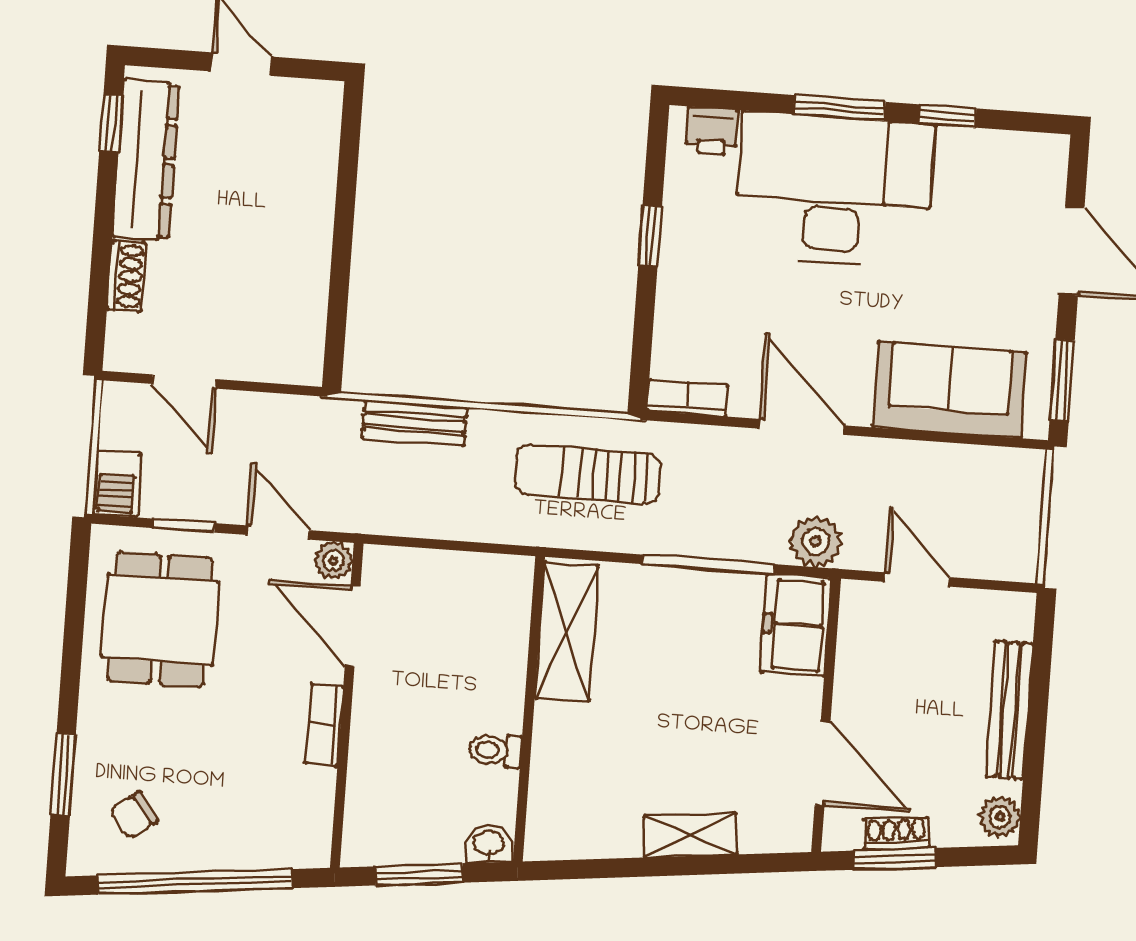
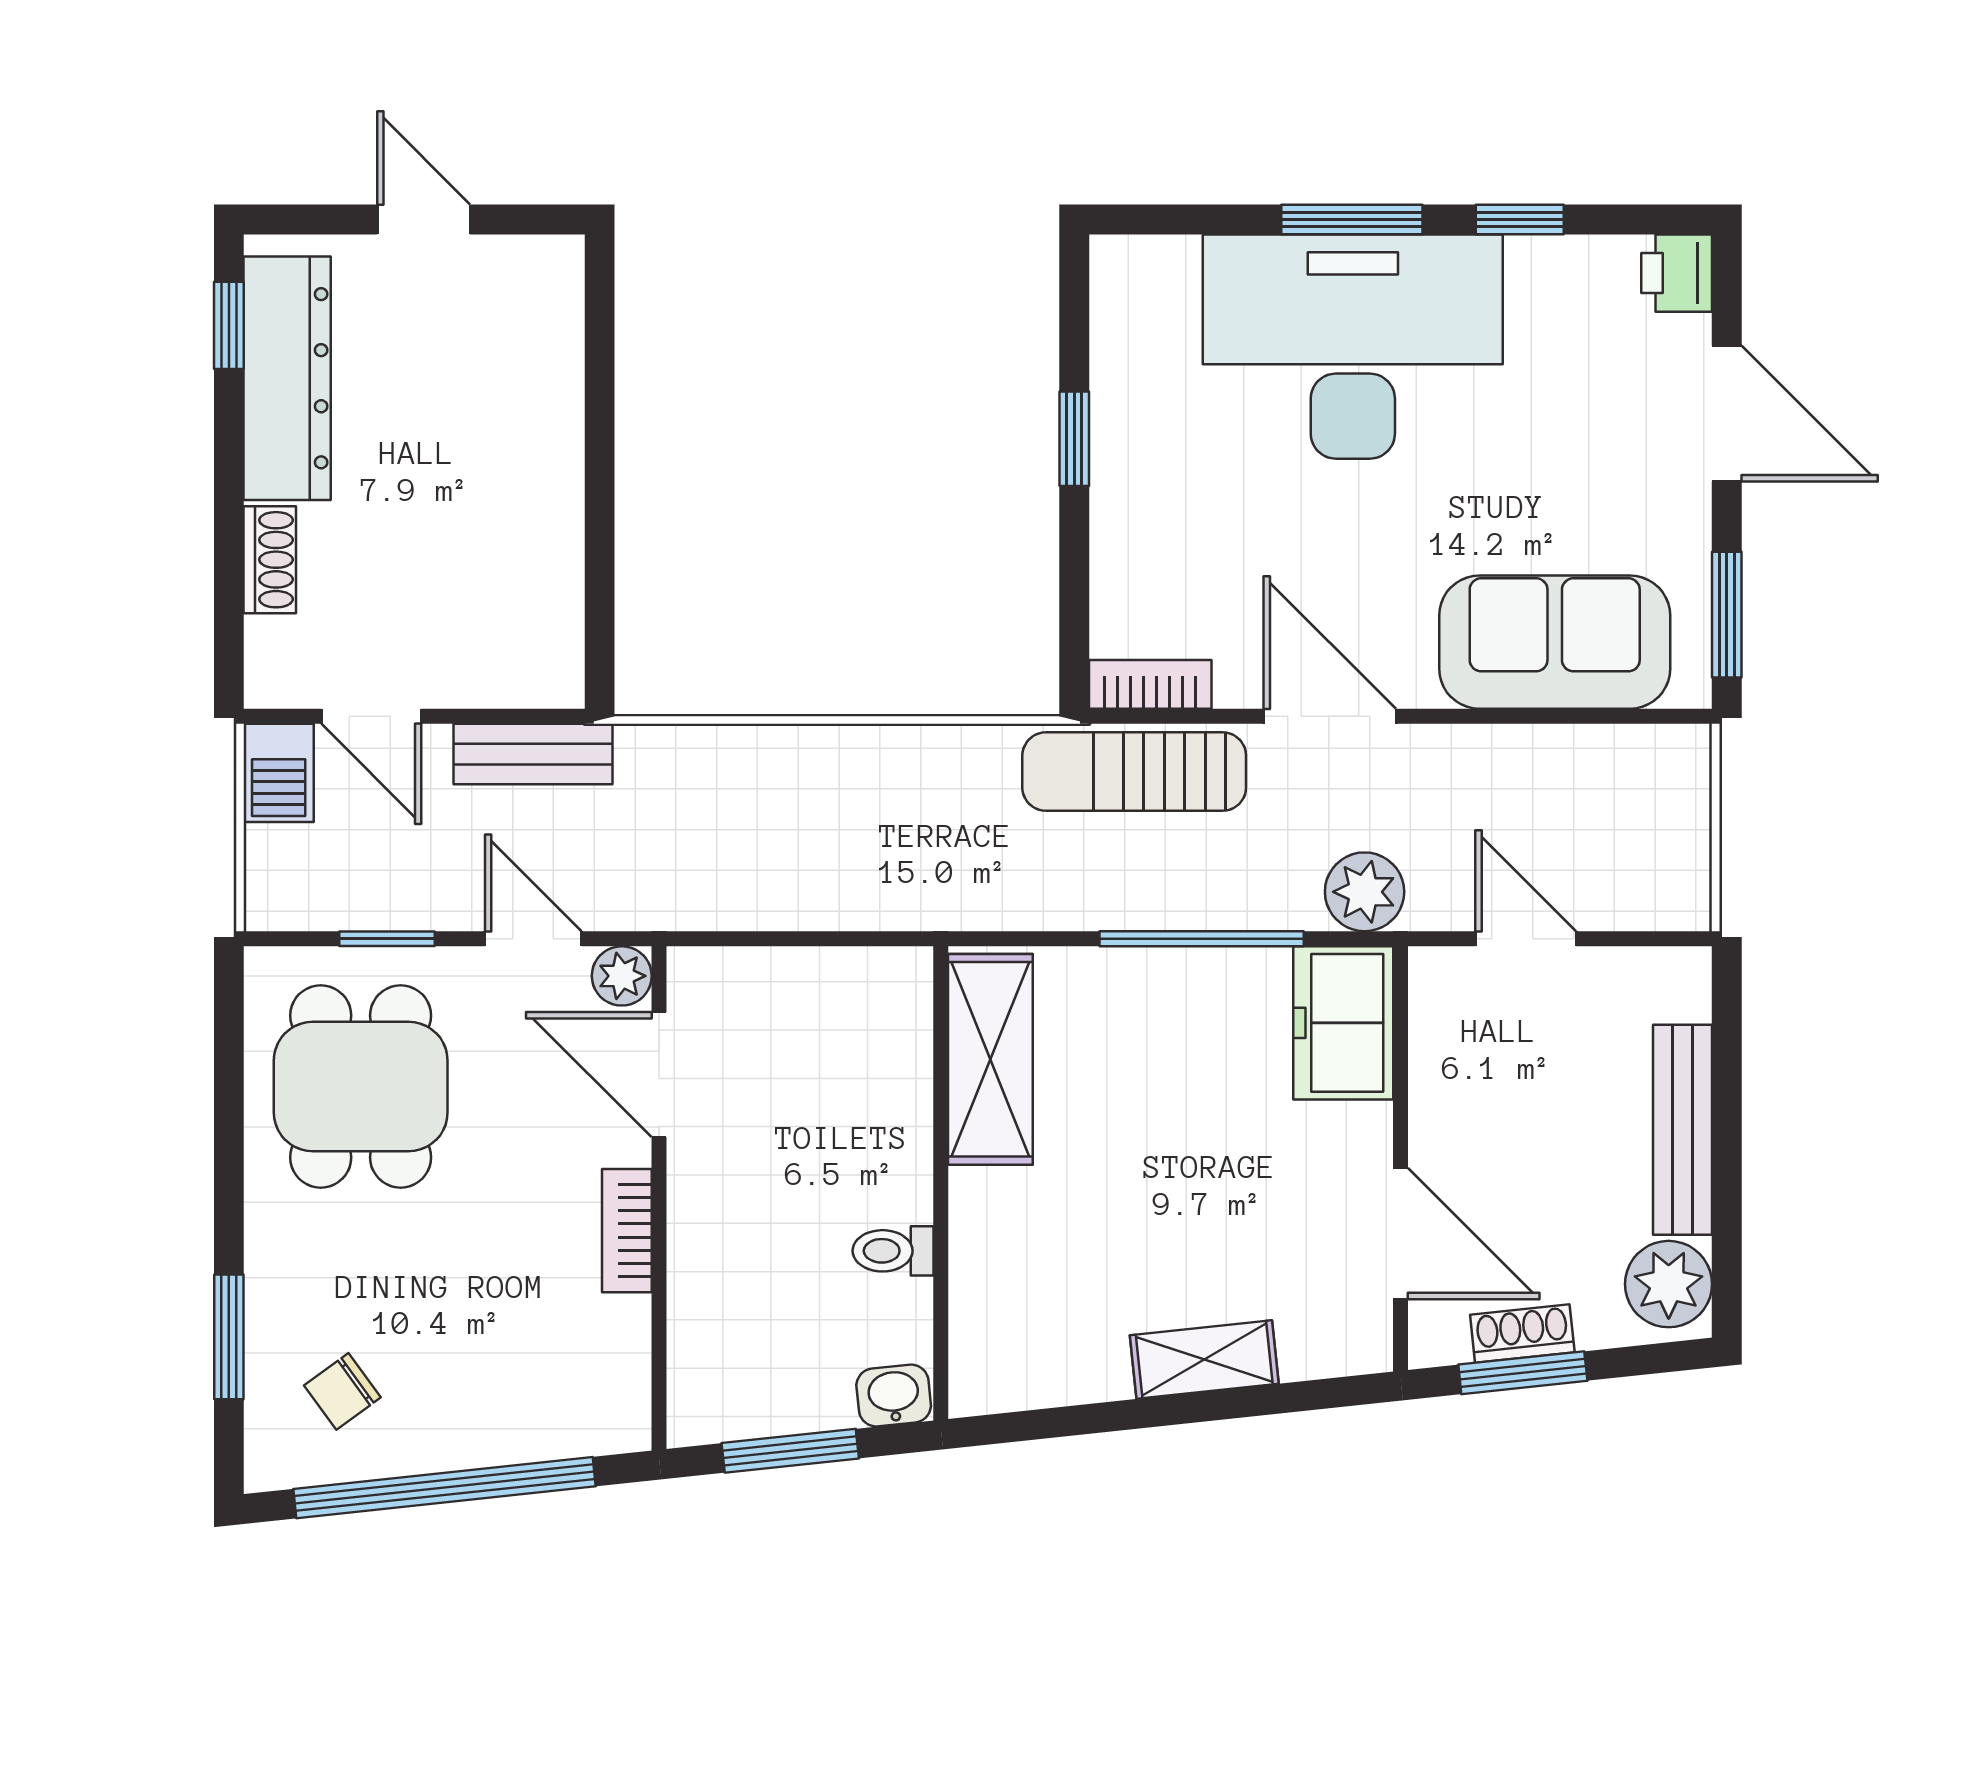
printer: (712, 131) -> (1677, 273), moved, turned 90
bench: (414, 423) -> (533, 754), moved
sun lounger: (588, 474) -> (1134, 772), moved
barbecue: (117, 484) -> (279, 773), moved
plant: (1000, 817) -> (1669, 1284), width x1.38, depth x1.38

